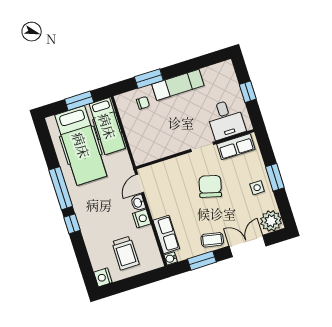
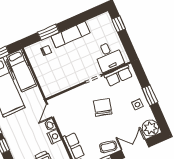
window: (248, 92) -> (119, 24), moved

